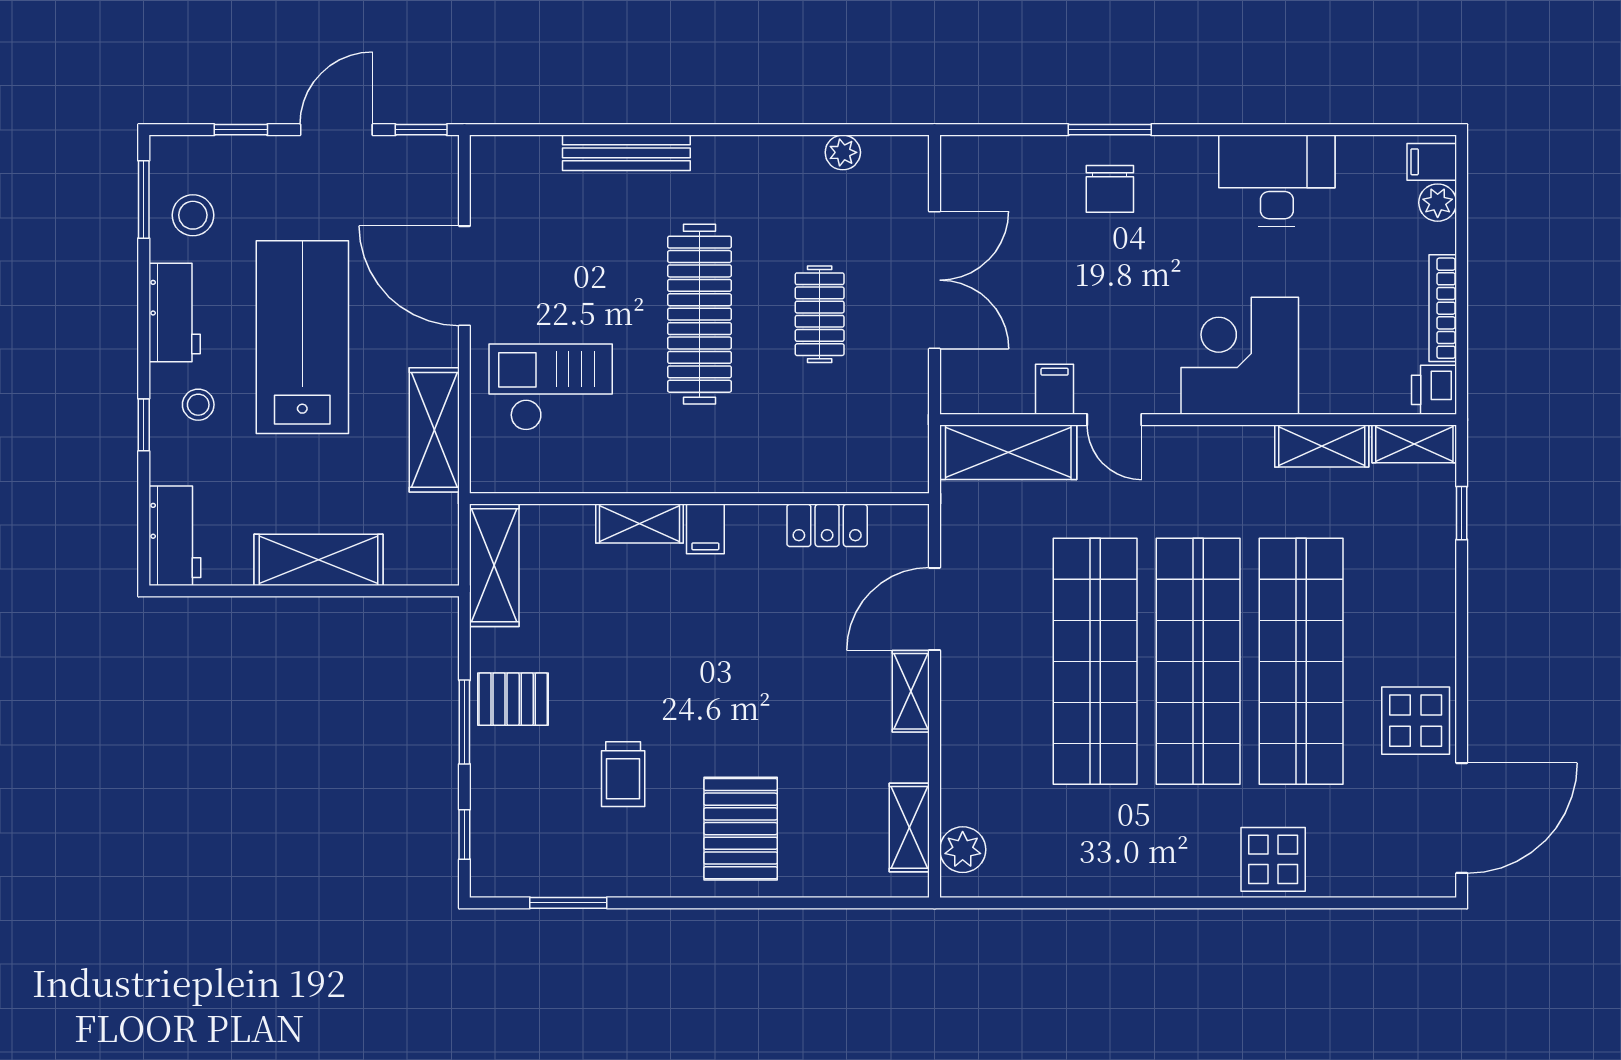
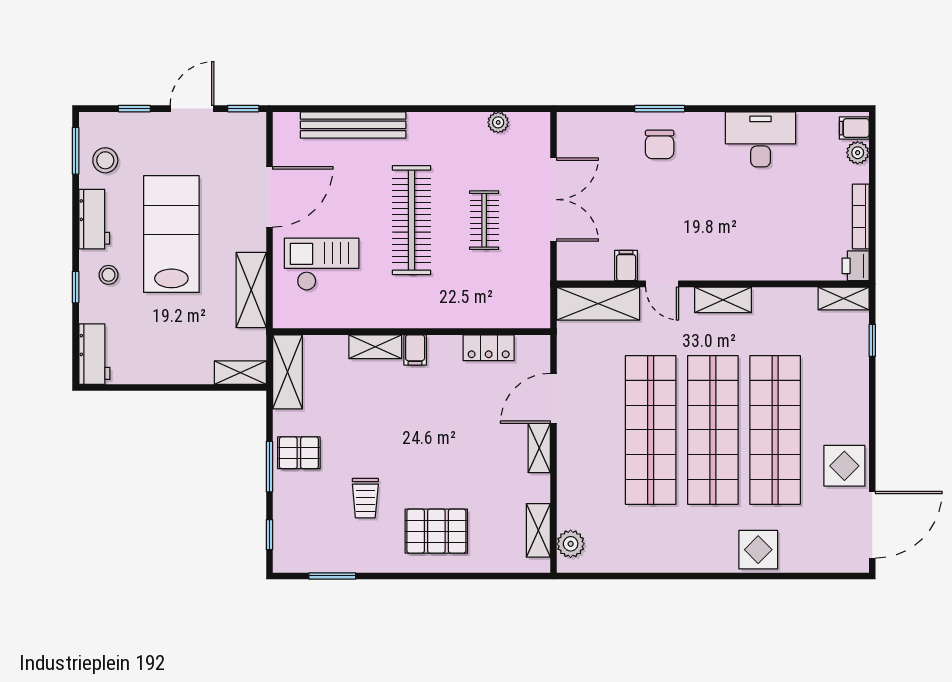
bench: (626, 153) -> (353, 125), width x1.37, depth x1.21
door: (464, 276) -> (269, 197), swing flipped
corner desk: (1240, 356) -> (738, 245), removed
shelving: (1322, 446) -> (723, 300), moved
shelving: (318, 560) -> (240, 373), moved, width x0.67, depth x0.75
pallet: (741, 829) -> (436, 531), turned 90

